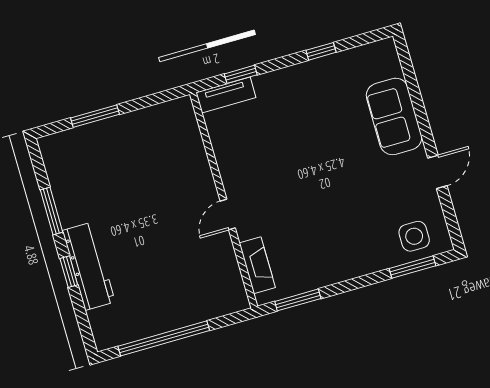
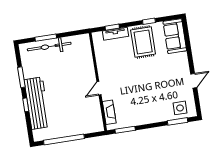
tv unit: (226, 95) -> (115, 34), moved
rug: (314, 99) -> (143, 42), added
sofa: (394, 116) -> (175, 36), moved
bicycle: (105, 135) -> (49, 47), added
workbench: (89, 266) -> (37, 103), width x1.36, depth x1.32

